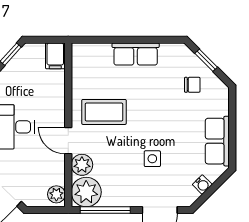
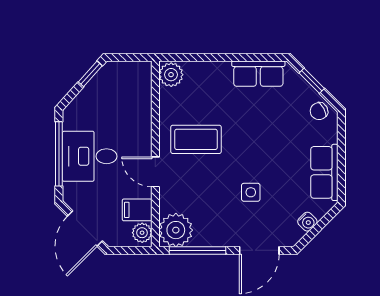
row of seats: (136, 54) -> (258, 74), moved
filing cabinet: (55, 56) -> (137, 210), moved, turned 90
chair: (192, 85) -> (319, 111), moved, turned 151
plant: (82, 165) -> (171, 75), moved

